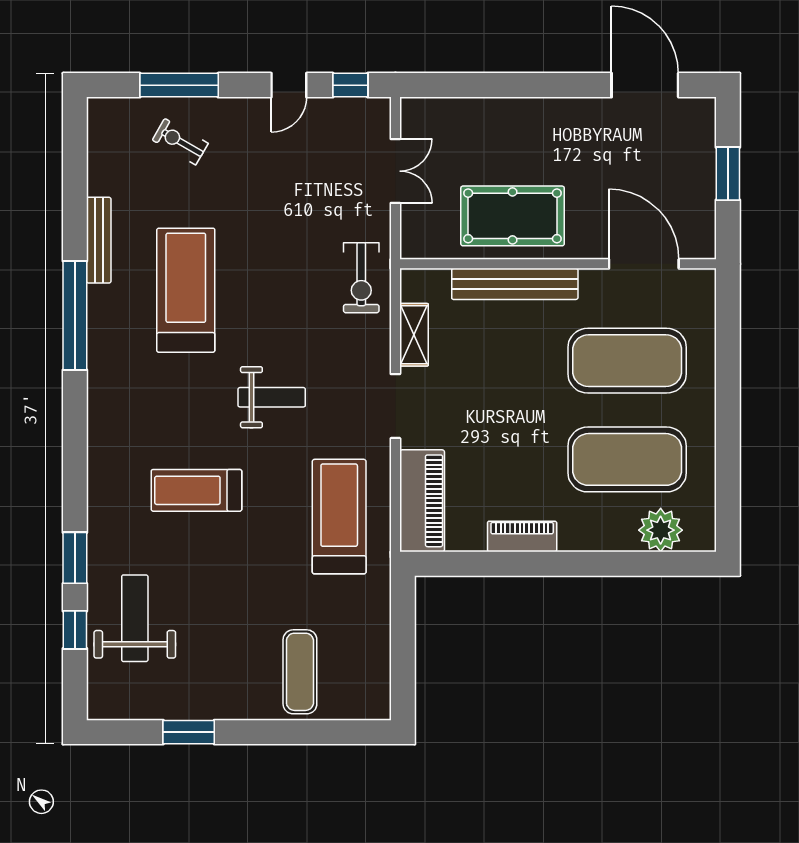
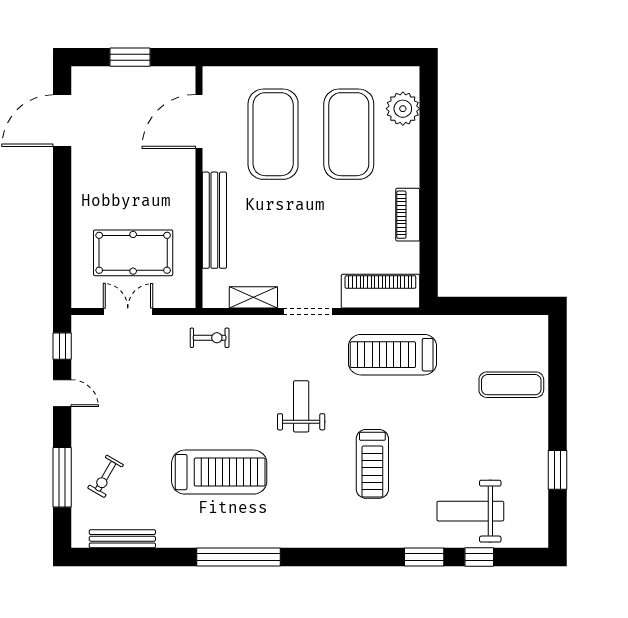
pool table: (513, 216) -> (133, 253), moved, turned 90
bench: (99, 240) -> (122, 539), moved
exercise bike: (361, 278) -> (210, 338), width x0.73, depth x0.72
treadmill: (186, 290) -> (219, 472), turned 180

